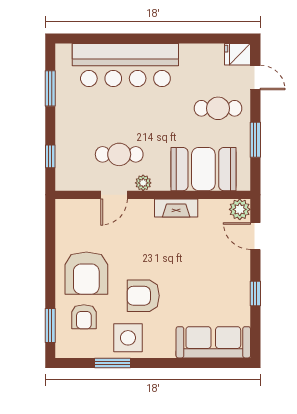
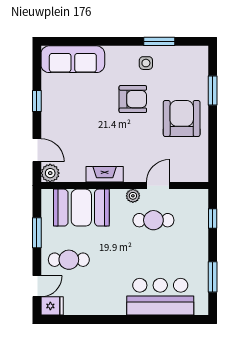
bar counter: (125, 65) -> (160, 297), width x0.73
door: (255, 78) -> (37, 286), swing flipped
armchair: (84, 317) -> (184, 81), removed
window: (50, 326) -> (213, 91), moved
side table: (128, 338) -> (146, 63), width x0.54, depth x0.54

